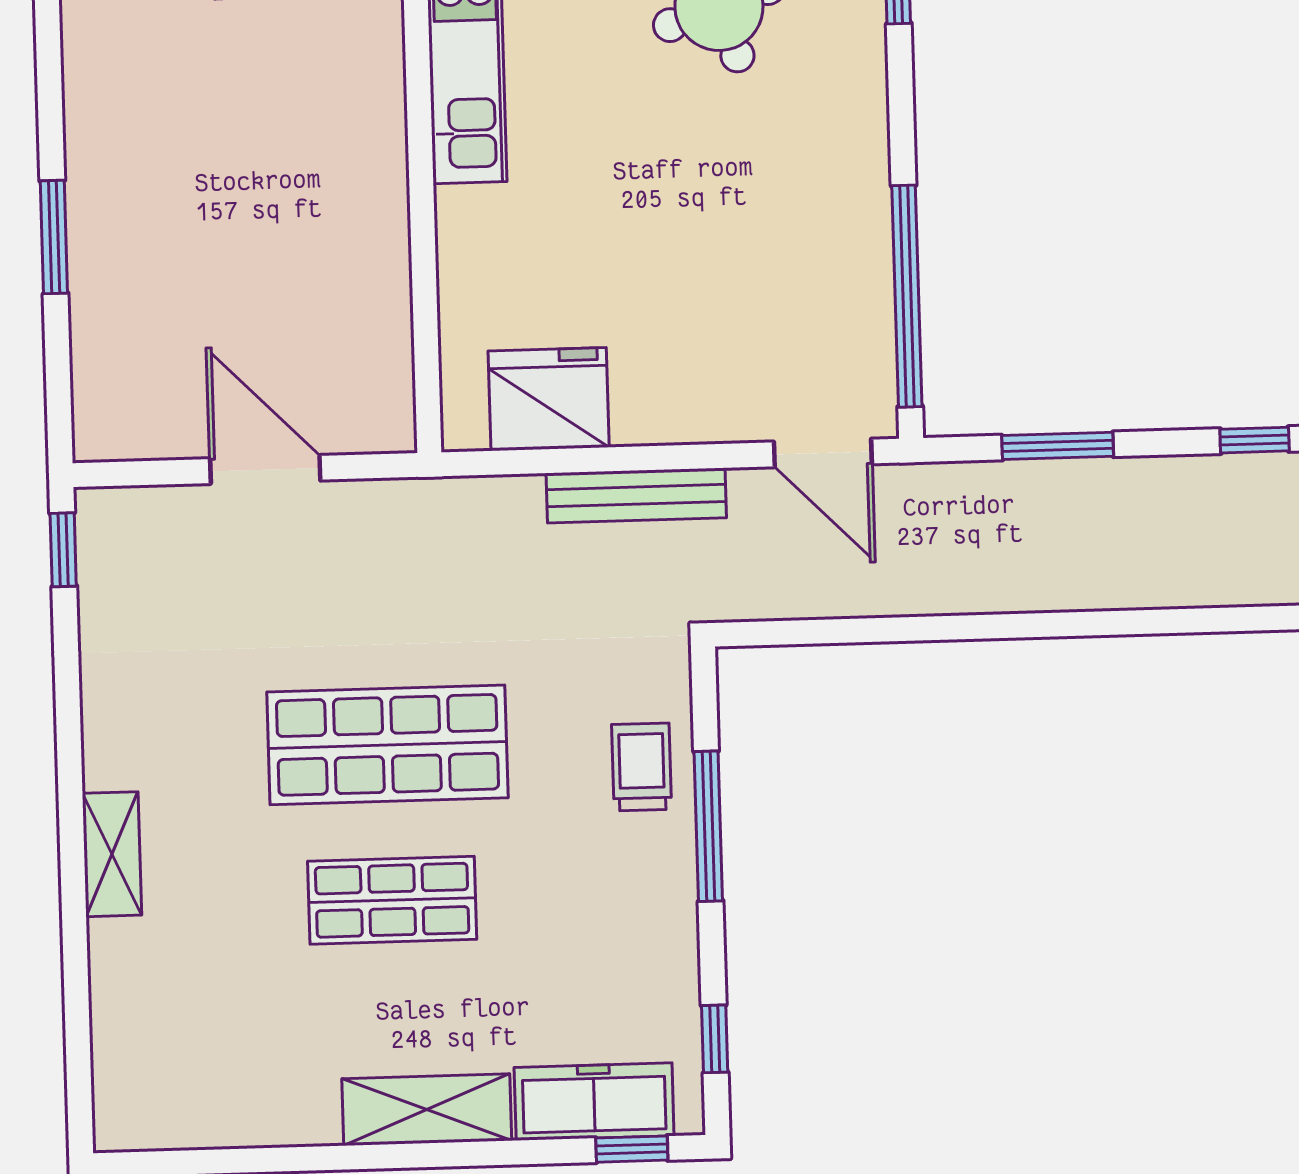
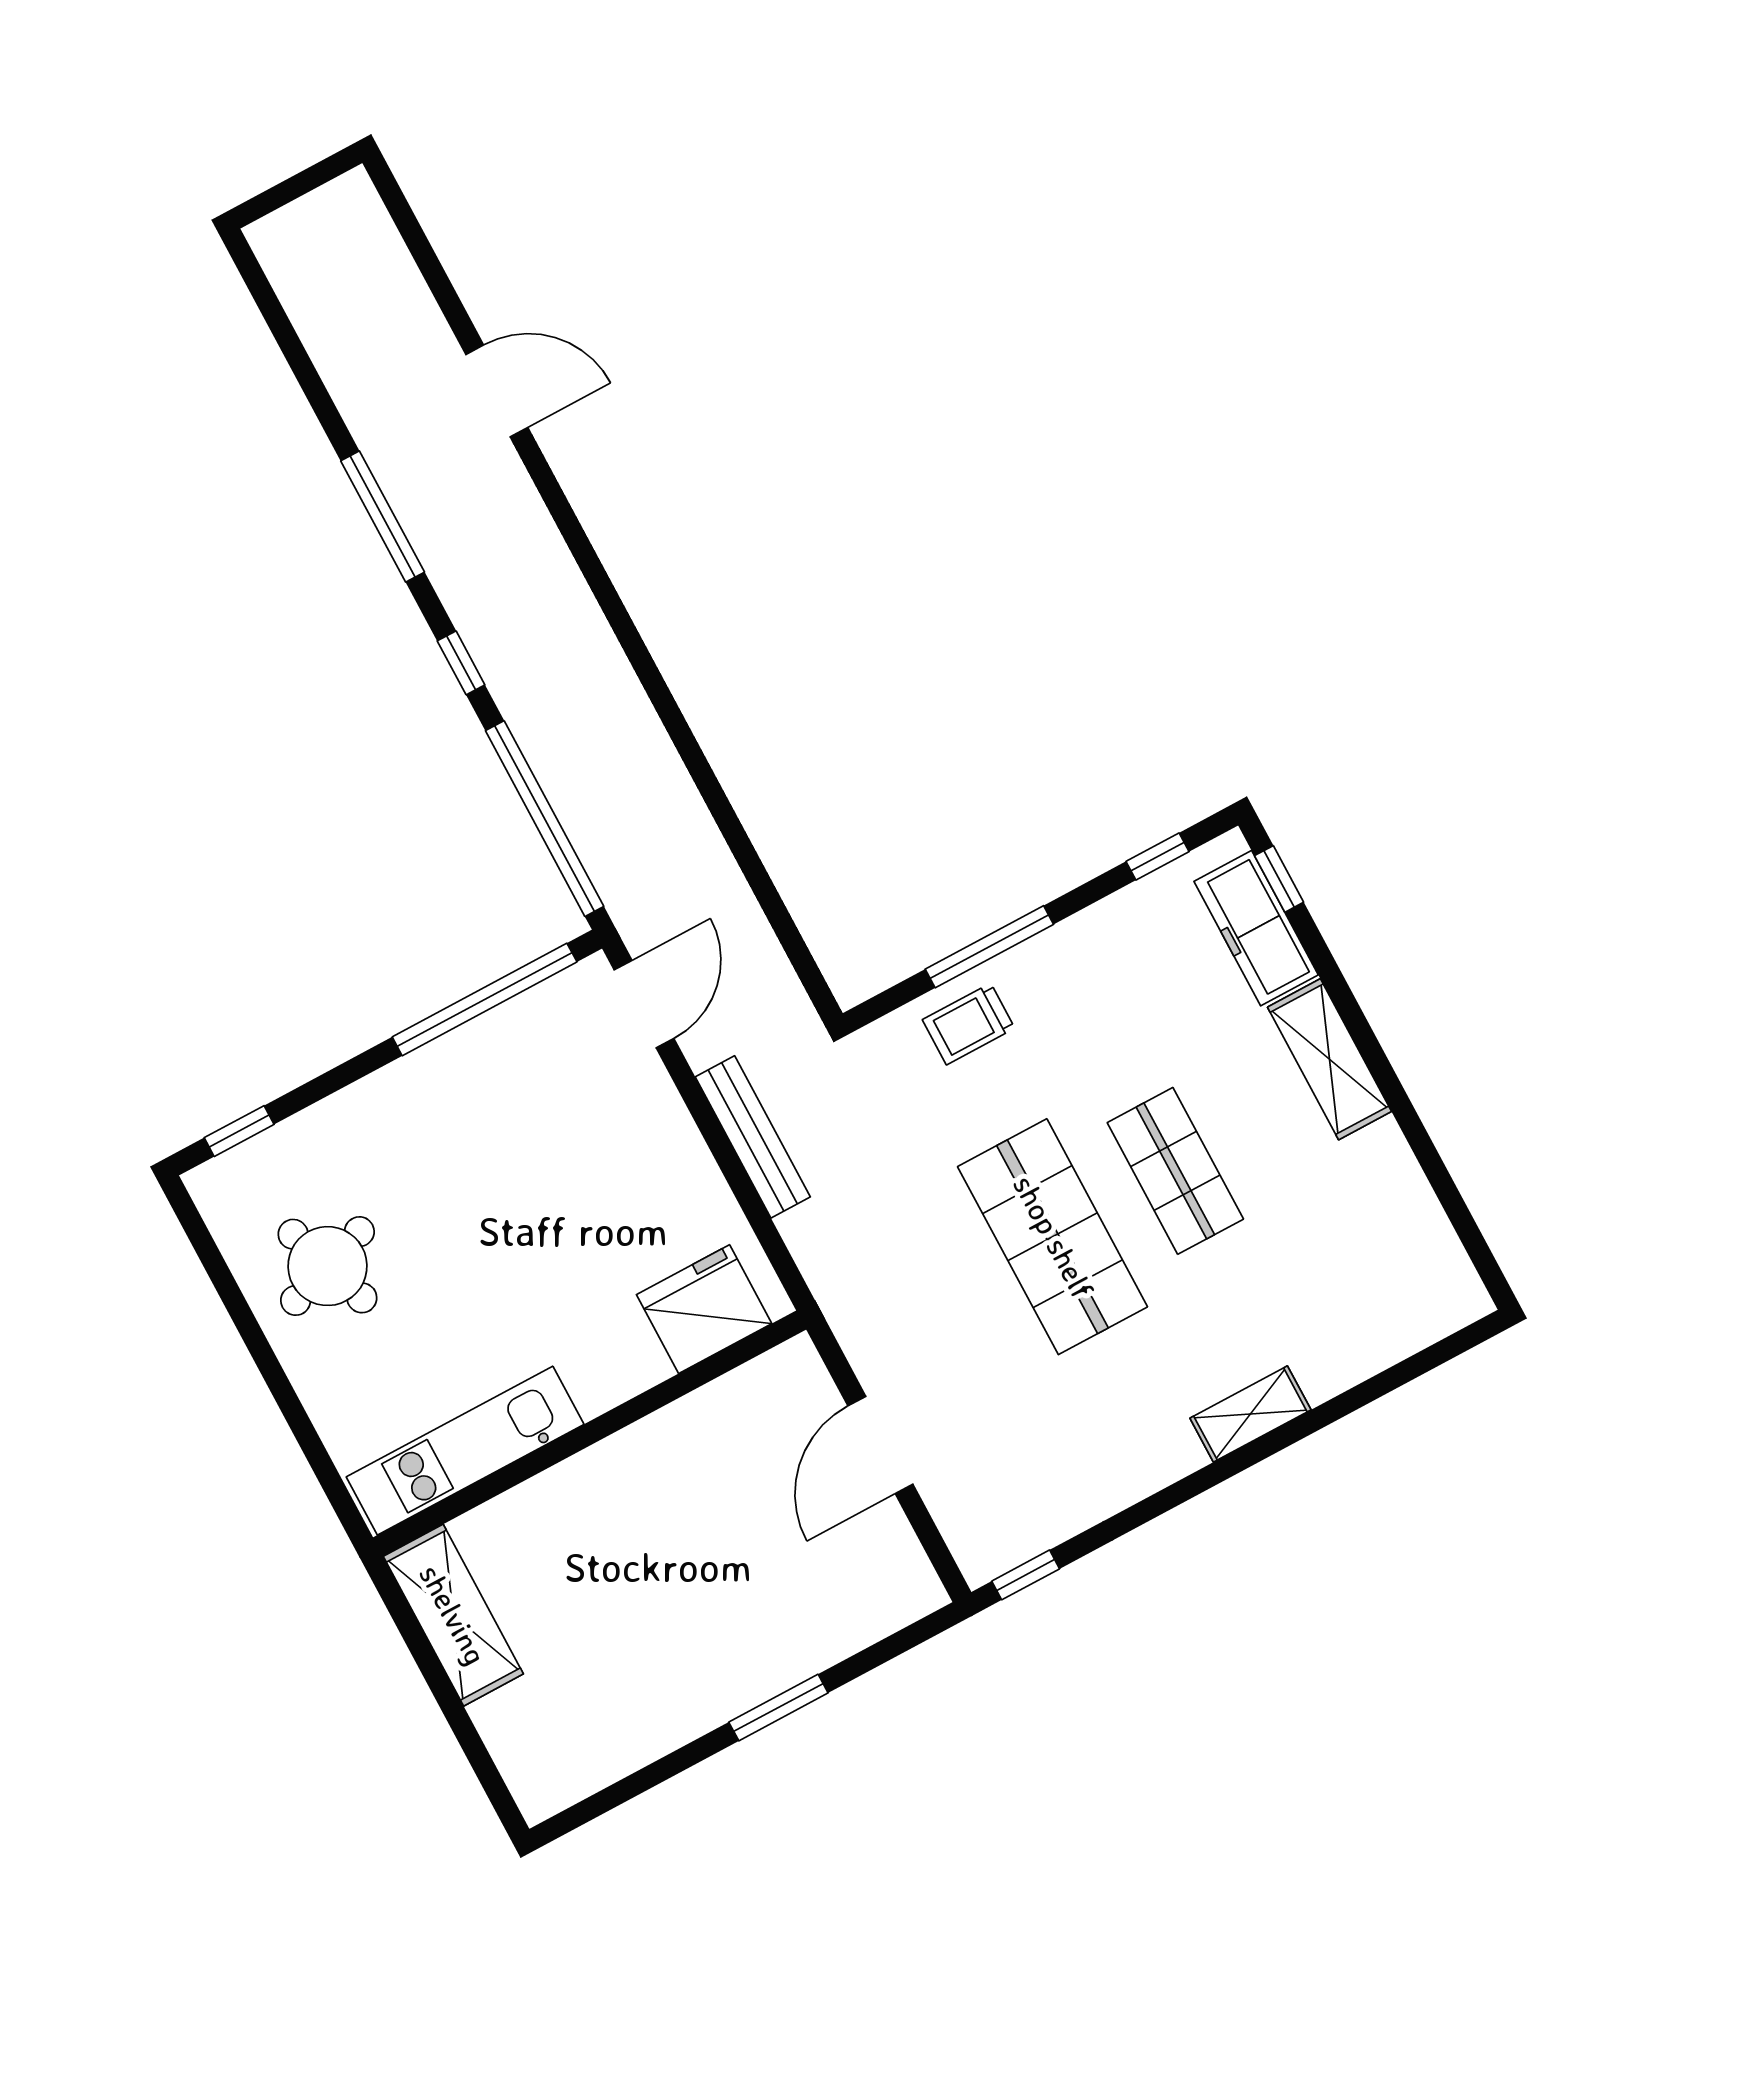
fridge: (549, 399) -> (704, 1309), moved, turned 90
window: (1058, 446) -> (545, 819), width x2.11

